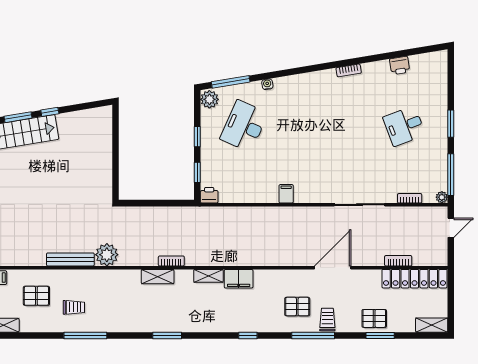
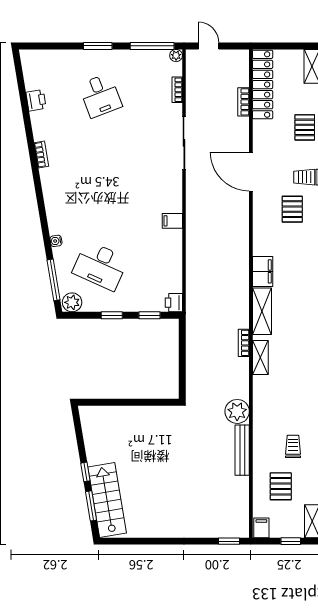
shelving: (208, 276) -> (262, 311), width x1.50, depth x1.33

